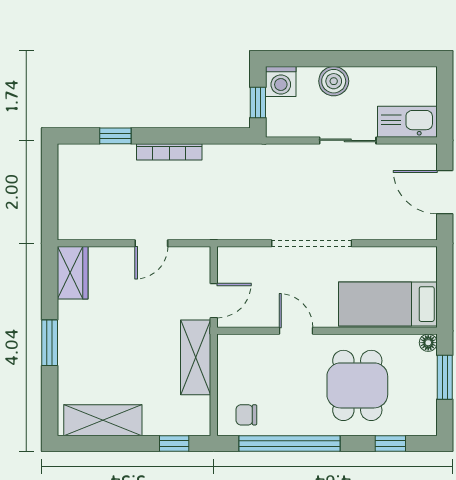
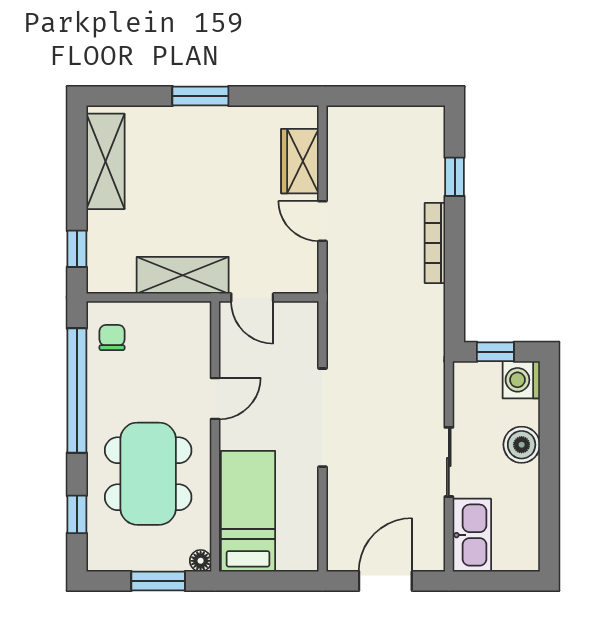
wardrobe: (73, 273) -> (300, 161), moved, turned 90
dining table: (357, 385) -> (148, 474), width x1.38

